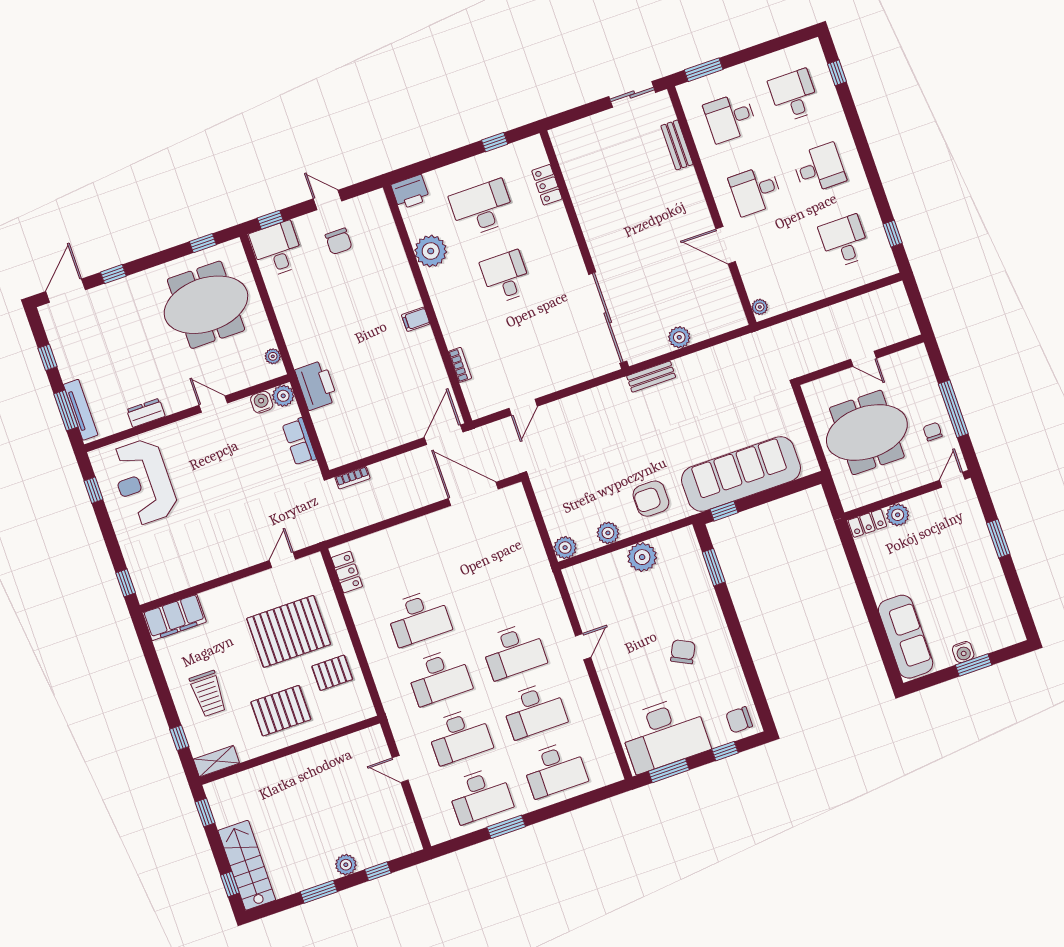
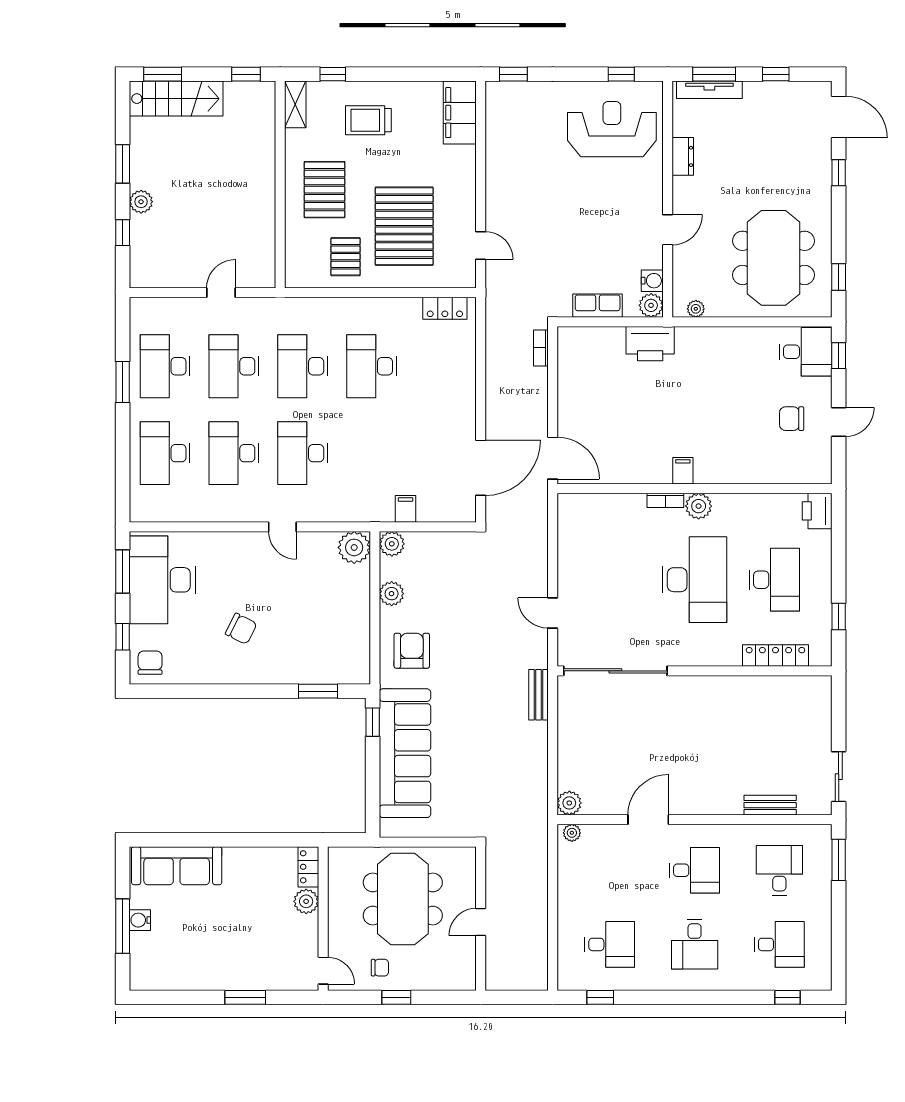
locker: (547, 185) -> (775, 656), width x1.53
desk: (755, 190) -> (695, 870), turned 90
plant: (431, 251) -> (699, 506), moved, width x0.73, depth x0.73
desk: (506, 277) -> (695, 580), width x1.87, depth x1.30
plant: (679, 337) -> (569, 803), moved
bookcase: (460, 365) -> (665, 500), moved
door: (523, 407) -> (553, 613), moved
window: (953, 409) -> (396, 997), width x0.46
filing cabinet: (531, 546) -> (405, 509), added
plant: (642, 557) -> (354, 547), moved
window: (974, 665) -> (123, 926), width x1.44
window: (230, 884) -> (163, 74), width x1.50

